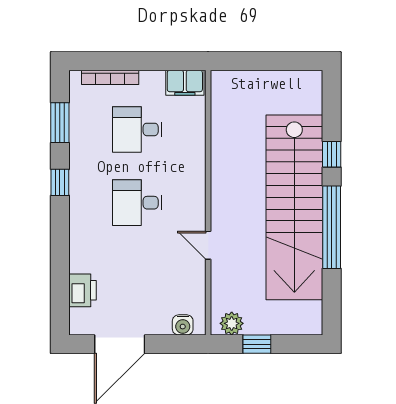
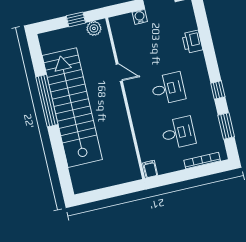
filing cabinet: (185, 83) -> (150, 169), width x0.50
window: (332, 154) -> (57, 145), removed
printer: (82, 290) -> (192, 42), moved
water cooler: (183, 325) -> (140, 17), moved

